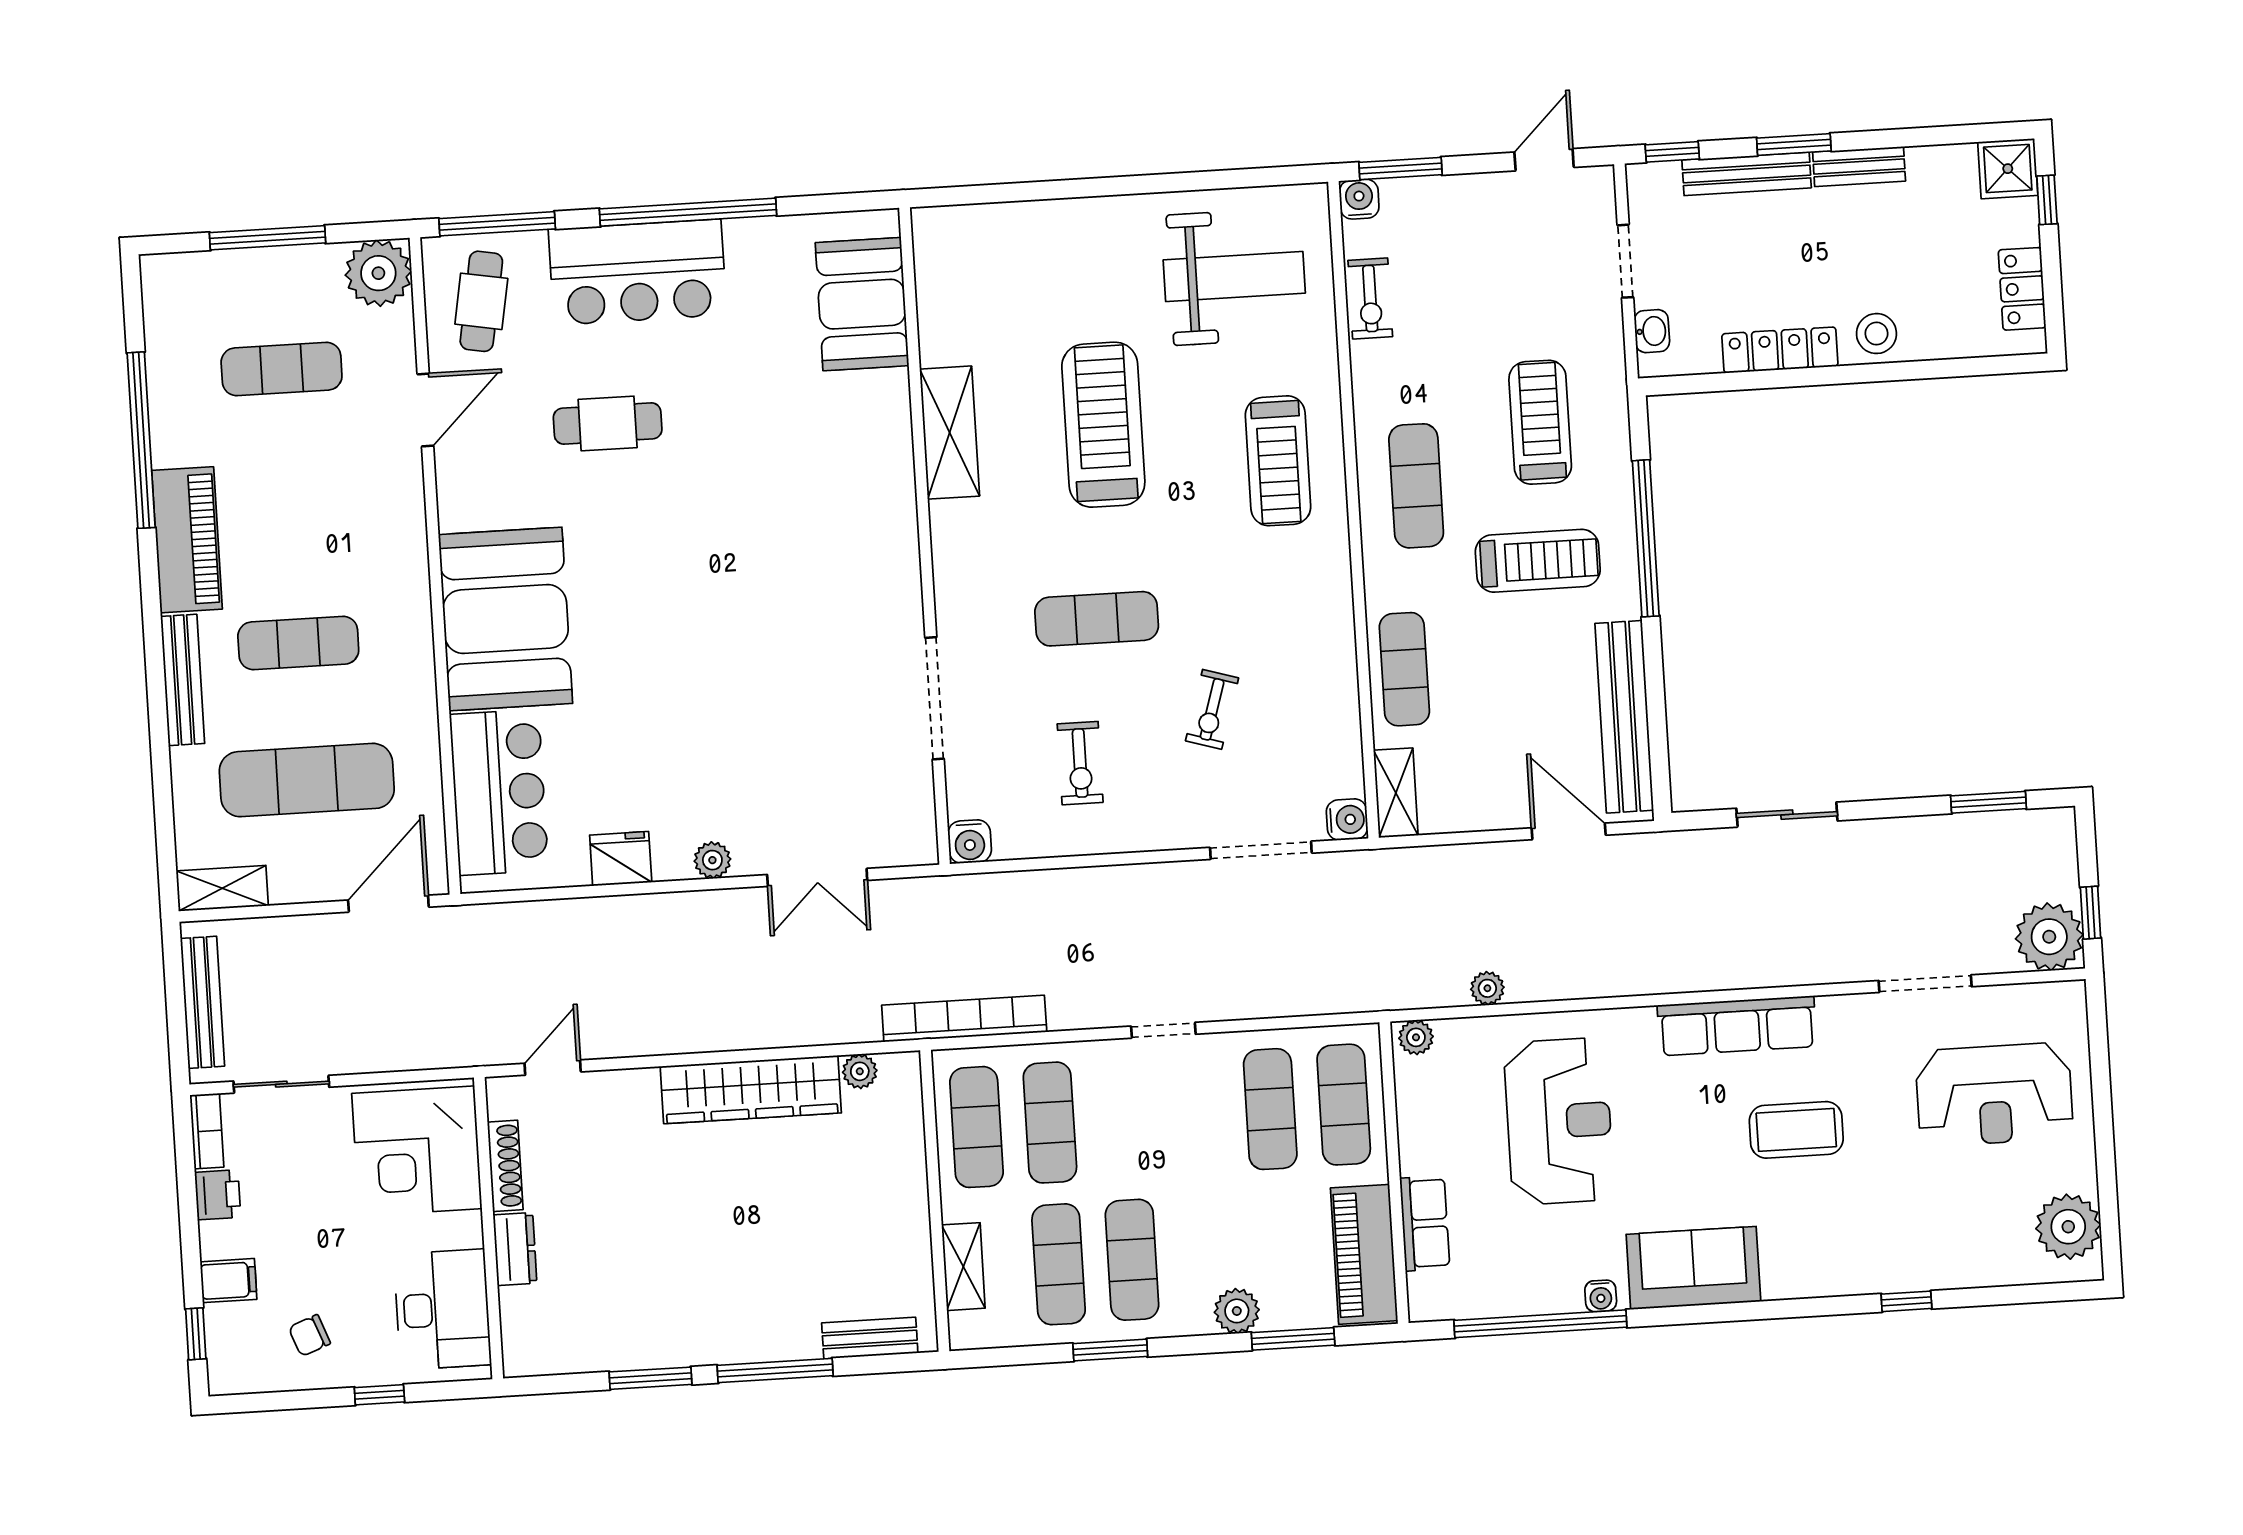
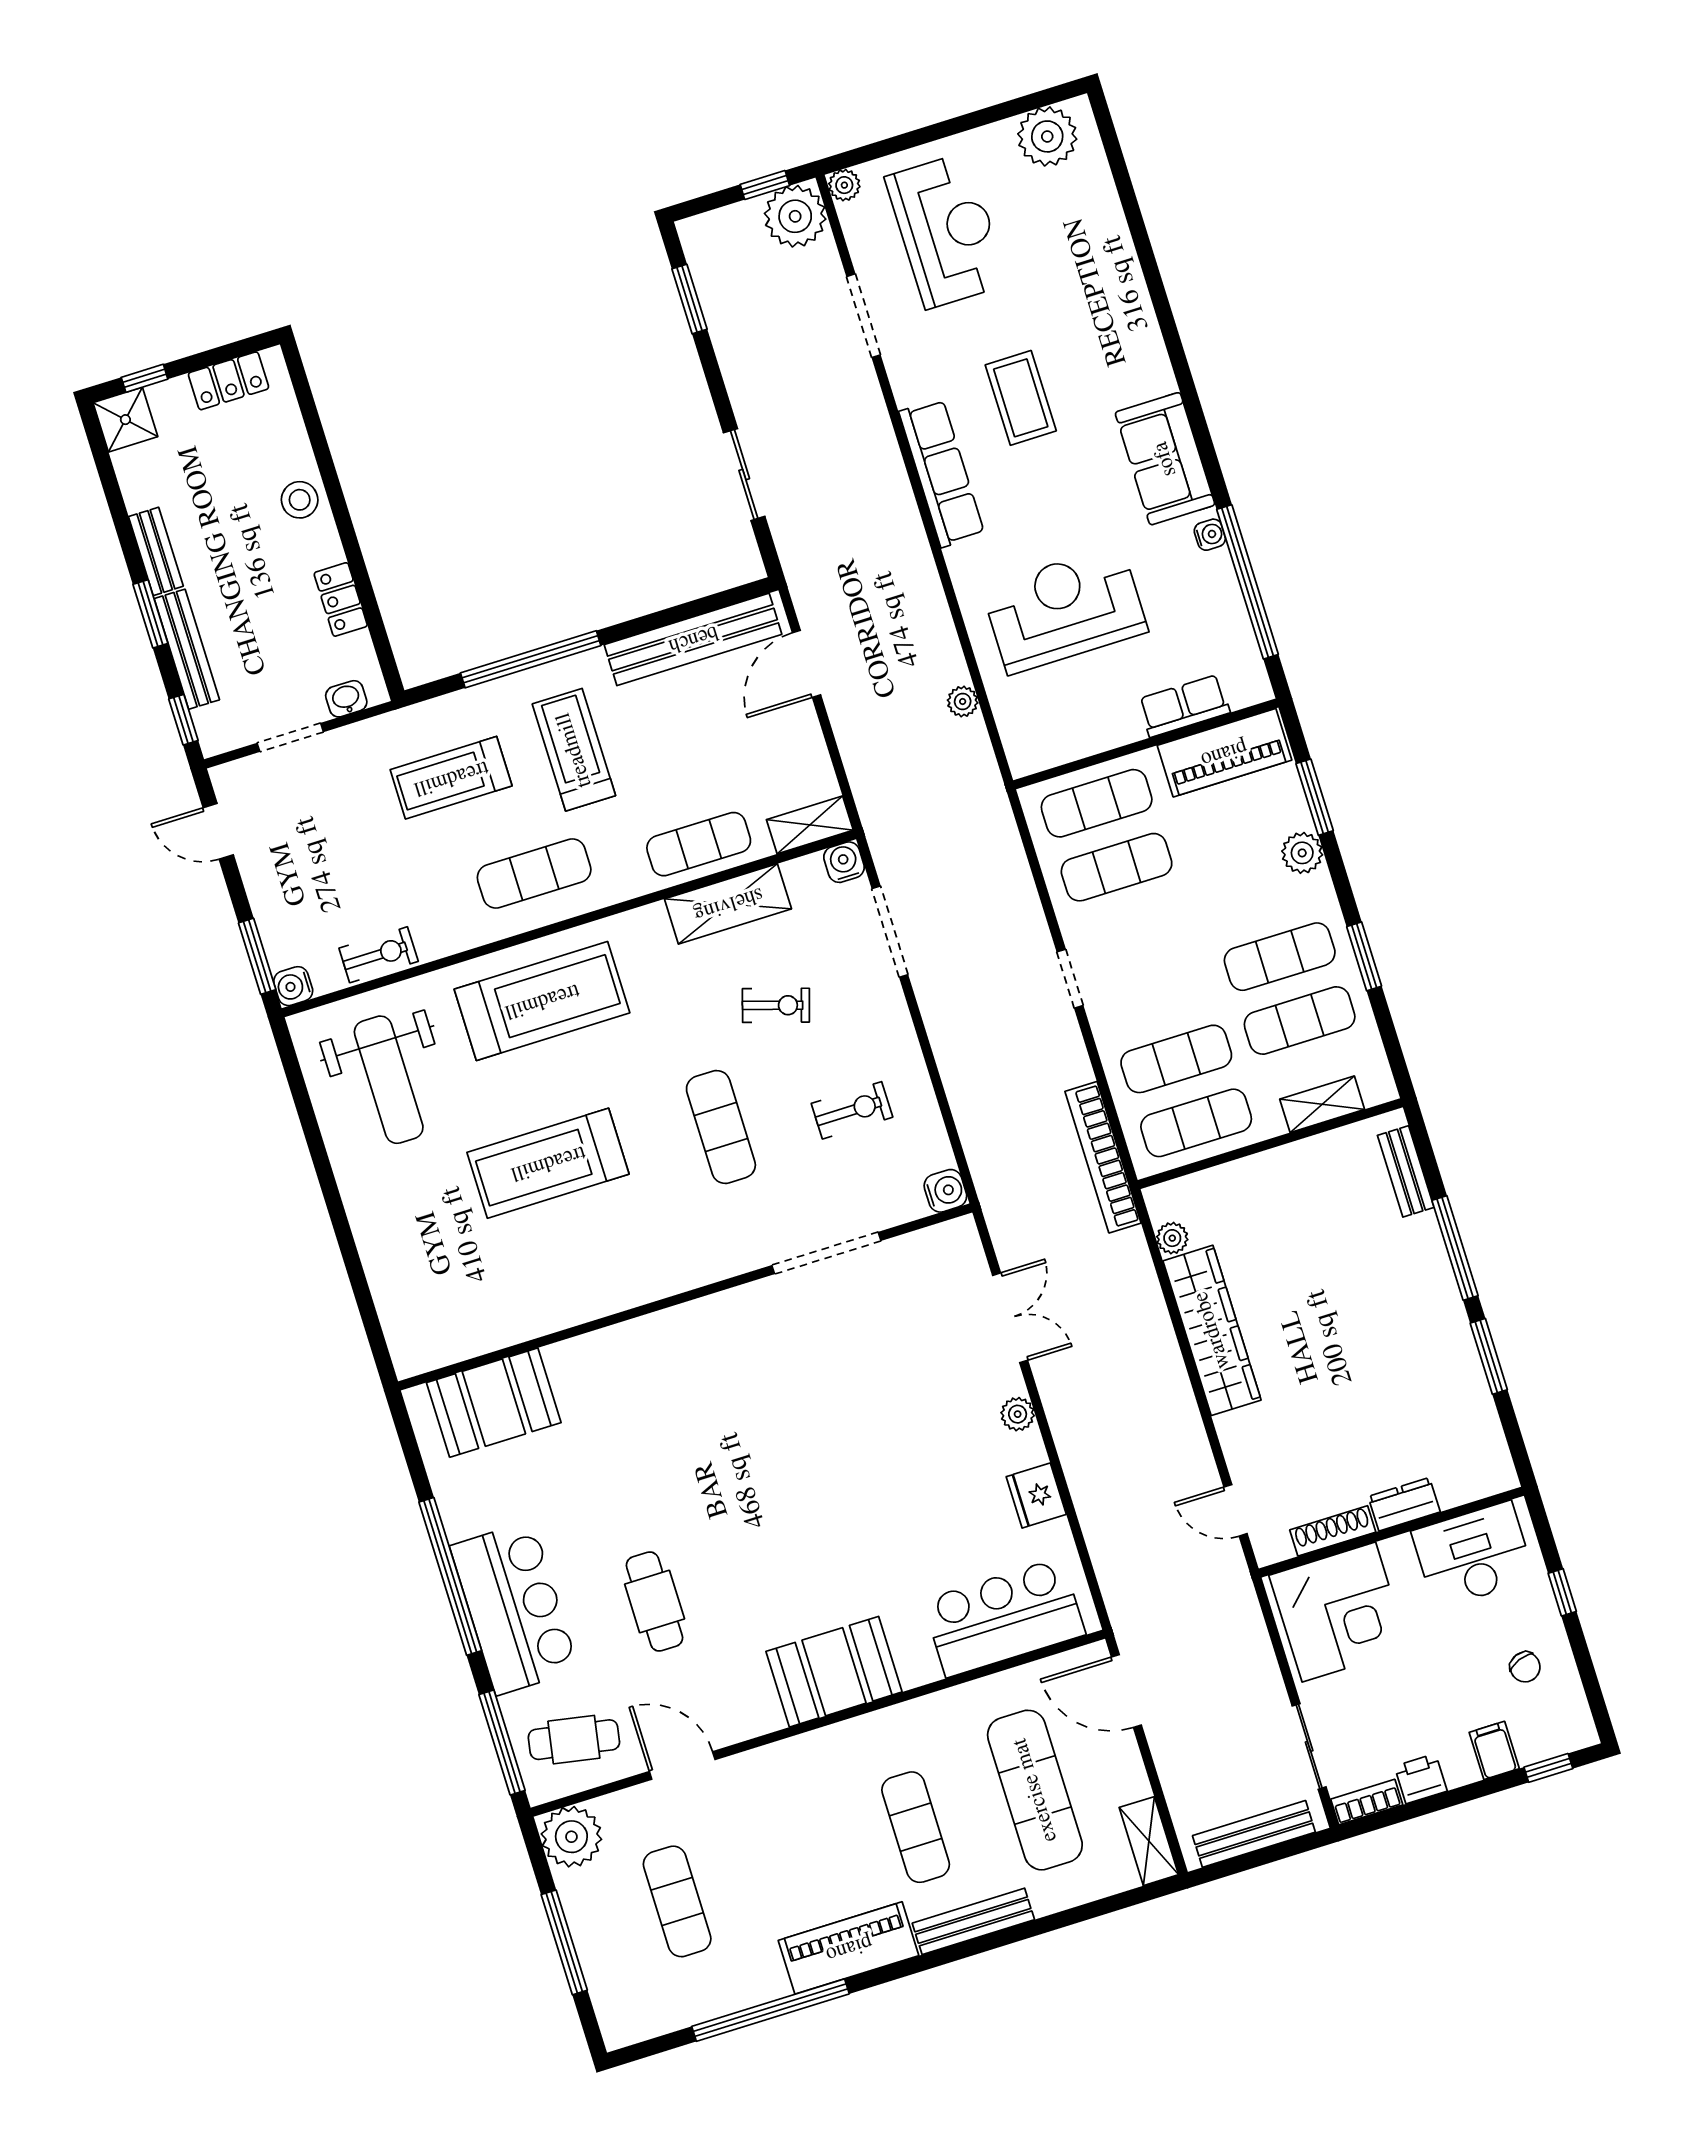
weight bench: (1234, 277) -> (389, 1080), turned 180
locker: (1780, 350) -> (341, 599), width x0.66
shelving: (950, 433) -> (728, 904), moved
treadmill: (1278, 461) -> (542, 1001), width x1.37, depth x1.38
booth: (505, 619) -> (834, 1672), width x0.73, depth x0.70
plant: (1416, 1037) -> (844, 185), moved
window: (1906, 1301) -> (1148, 263), removed

